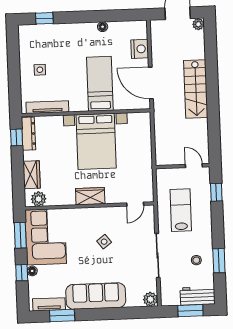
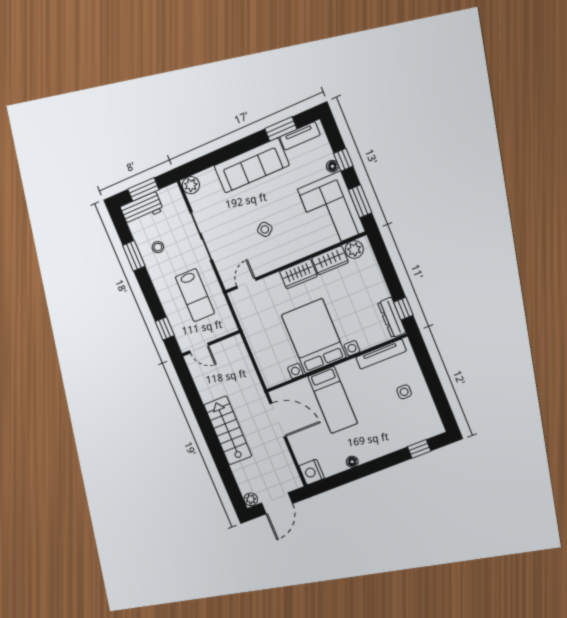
nightstand: (140, 49) -> (312, 472), moved
wardrobe: (32, 175) -> (330, 260), moved, turned -90

